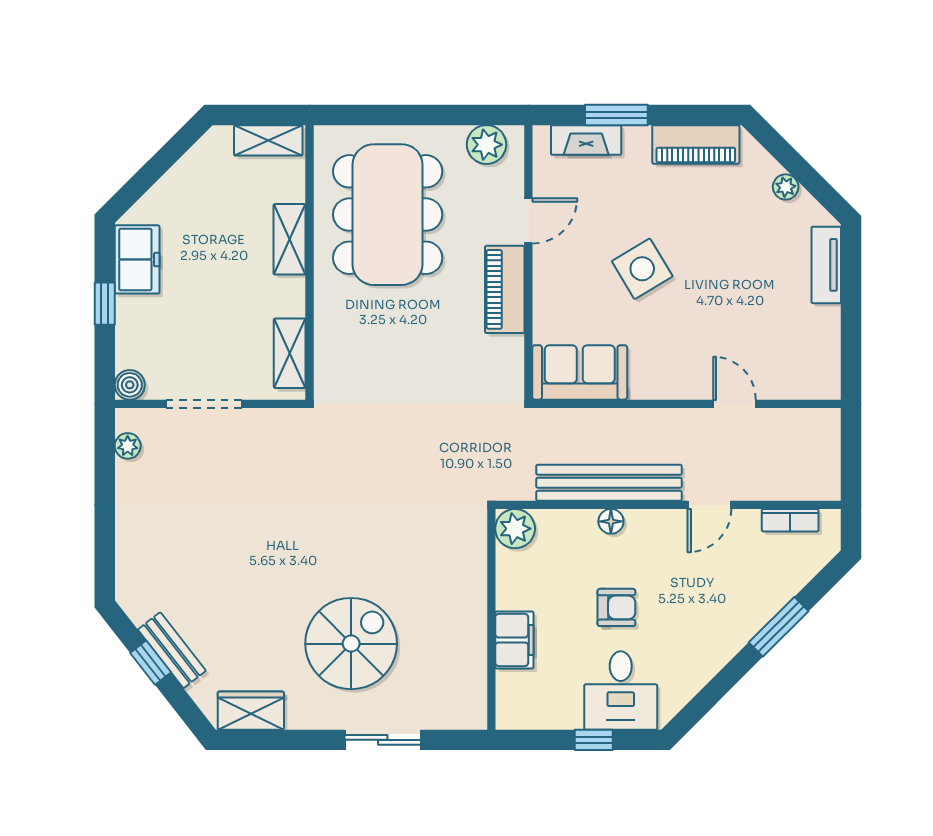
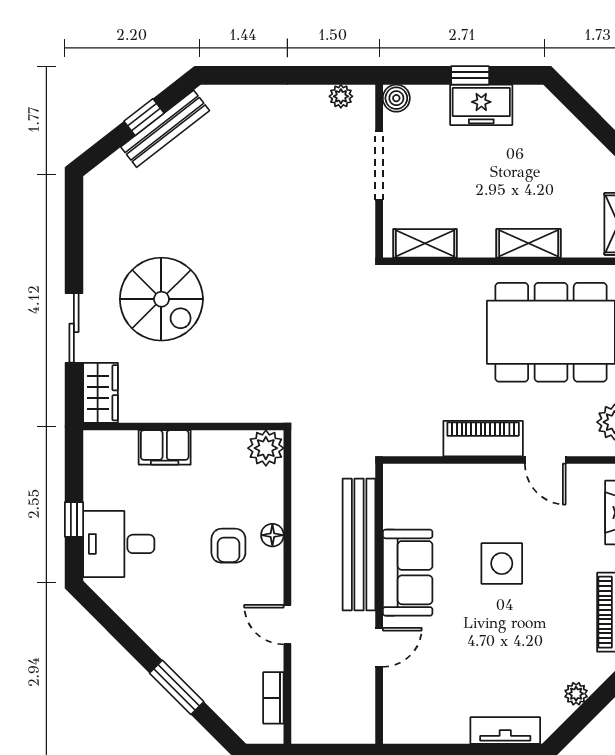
freezer: (137, 259) -> (481, 105), moved
side table: (642, 269) -> (502, 563), turned 31
sofa: (580, 372) -> (408, 573), moved
bench: (609, 483) -> (359, 544), moved
armchair: (616, 607) -> (228, 546), moved
bench: (172, 650) -> (165, 129), width x1.36
wardrobe: (251, 711) -> (101, 393), moved

